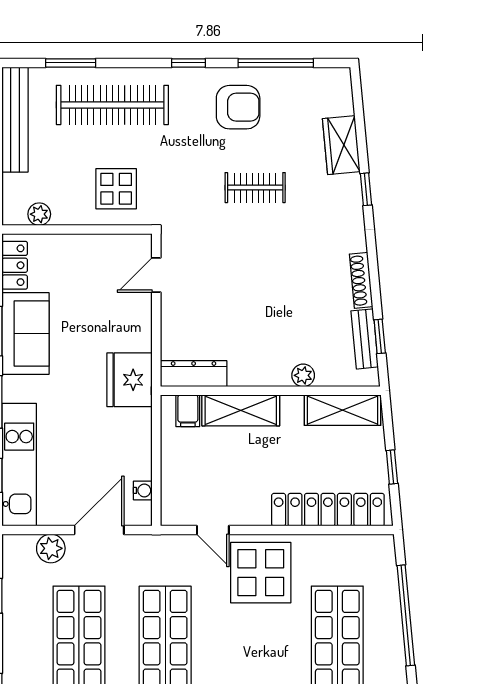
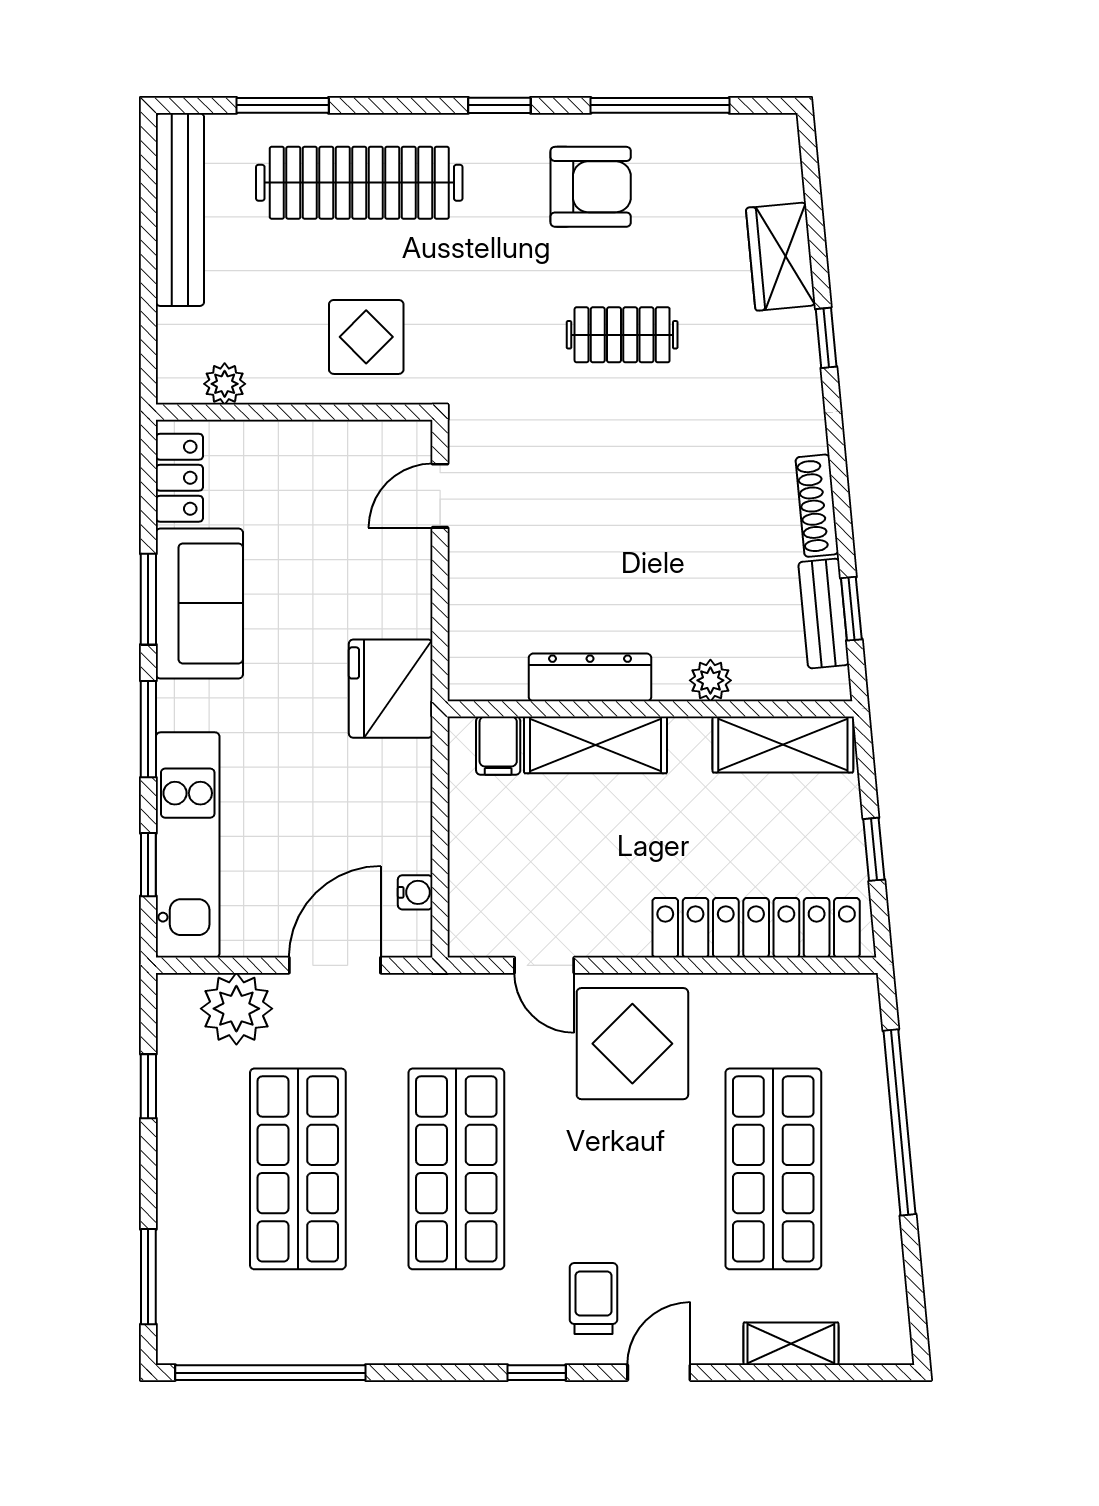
dresser: (194, 374) -> (590, 677), moved
plant: (51, 548) -> (236, 1009), width x1.36, depth x1.36

